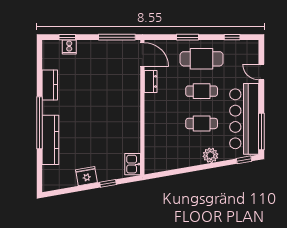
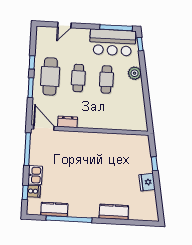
window: (232, 37) -> (32, 62), moved
door: (142, 55) -> (44, 128), hinge flipped
kitchen counter: (50, 85) -> (54, 209), moved
bar counter: (244, 119) -> (113, 42), width x0.73
window: (39, 123) -> (69, 219), moved
kitchen counter: (50, 140) -> (114, 212), width x0.67
kitchen sink: (133, 164) -> (35, 175), moved, turned -90

